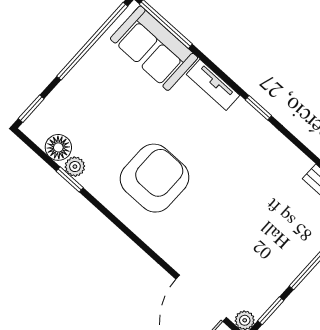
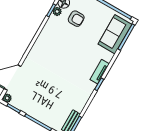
tv unit: (213, 85) -> (100, 72), moved
armchair: (155, 178) -> (76, 19), moved, width x0.53, depth x0.53

